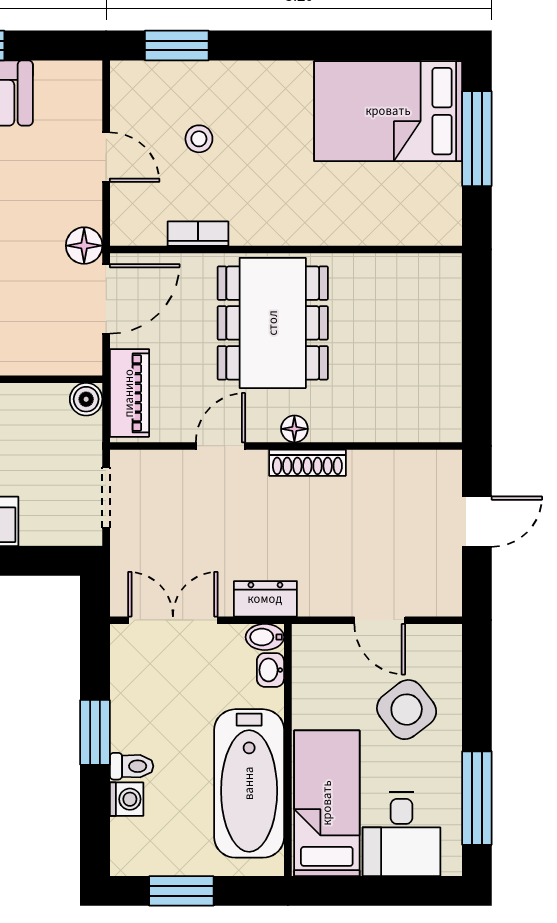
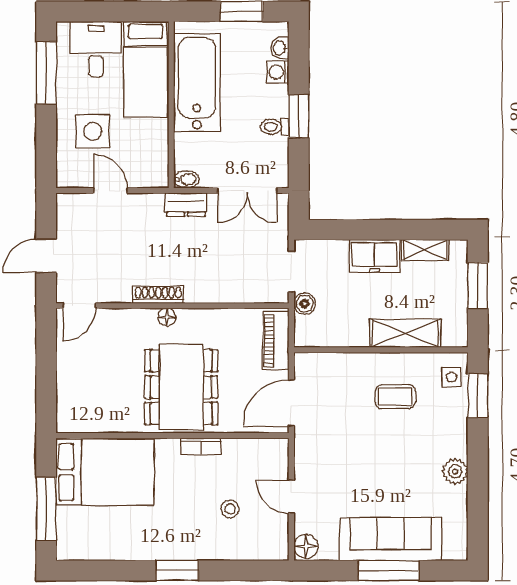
window: (177, 46) -> (177, 571), moved
bed: (388, 111) -> (105, 472), moved
bookcase: (198, 234) -> (201, 446), moved
floor lamp: (84, 246) -> (306, 546), moved
boiler: (86, 399) -> (305, 304), moved
door: (220, 446) -> (79, 306), moved
washbasin: (270, 670) -> (280, 48), moved, turned 180
side table: (407, 710) -> (93, 131), turned 38
toilet: (132, 766) -> (275, 127), moved

